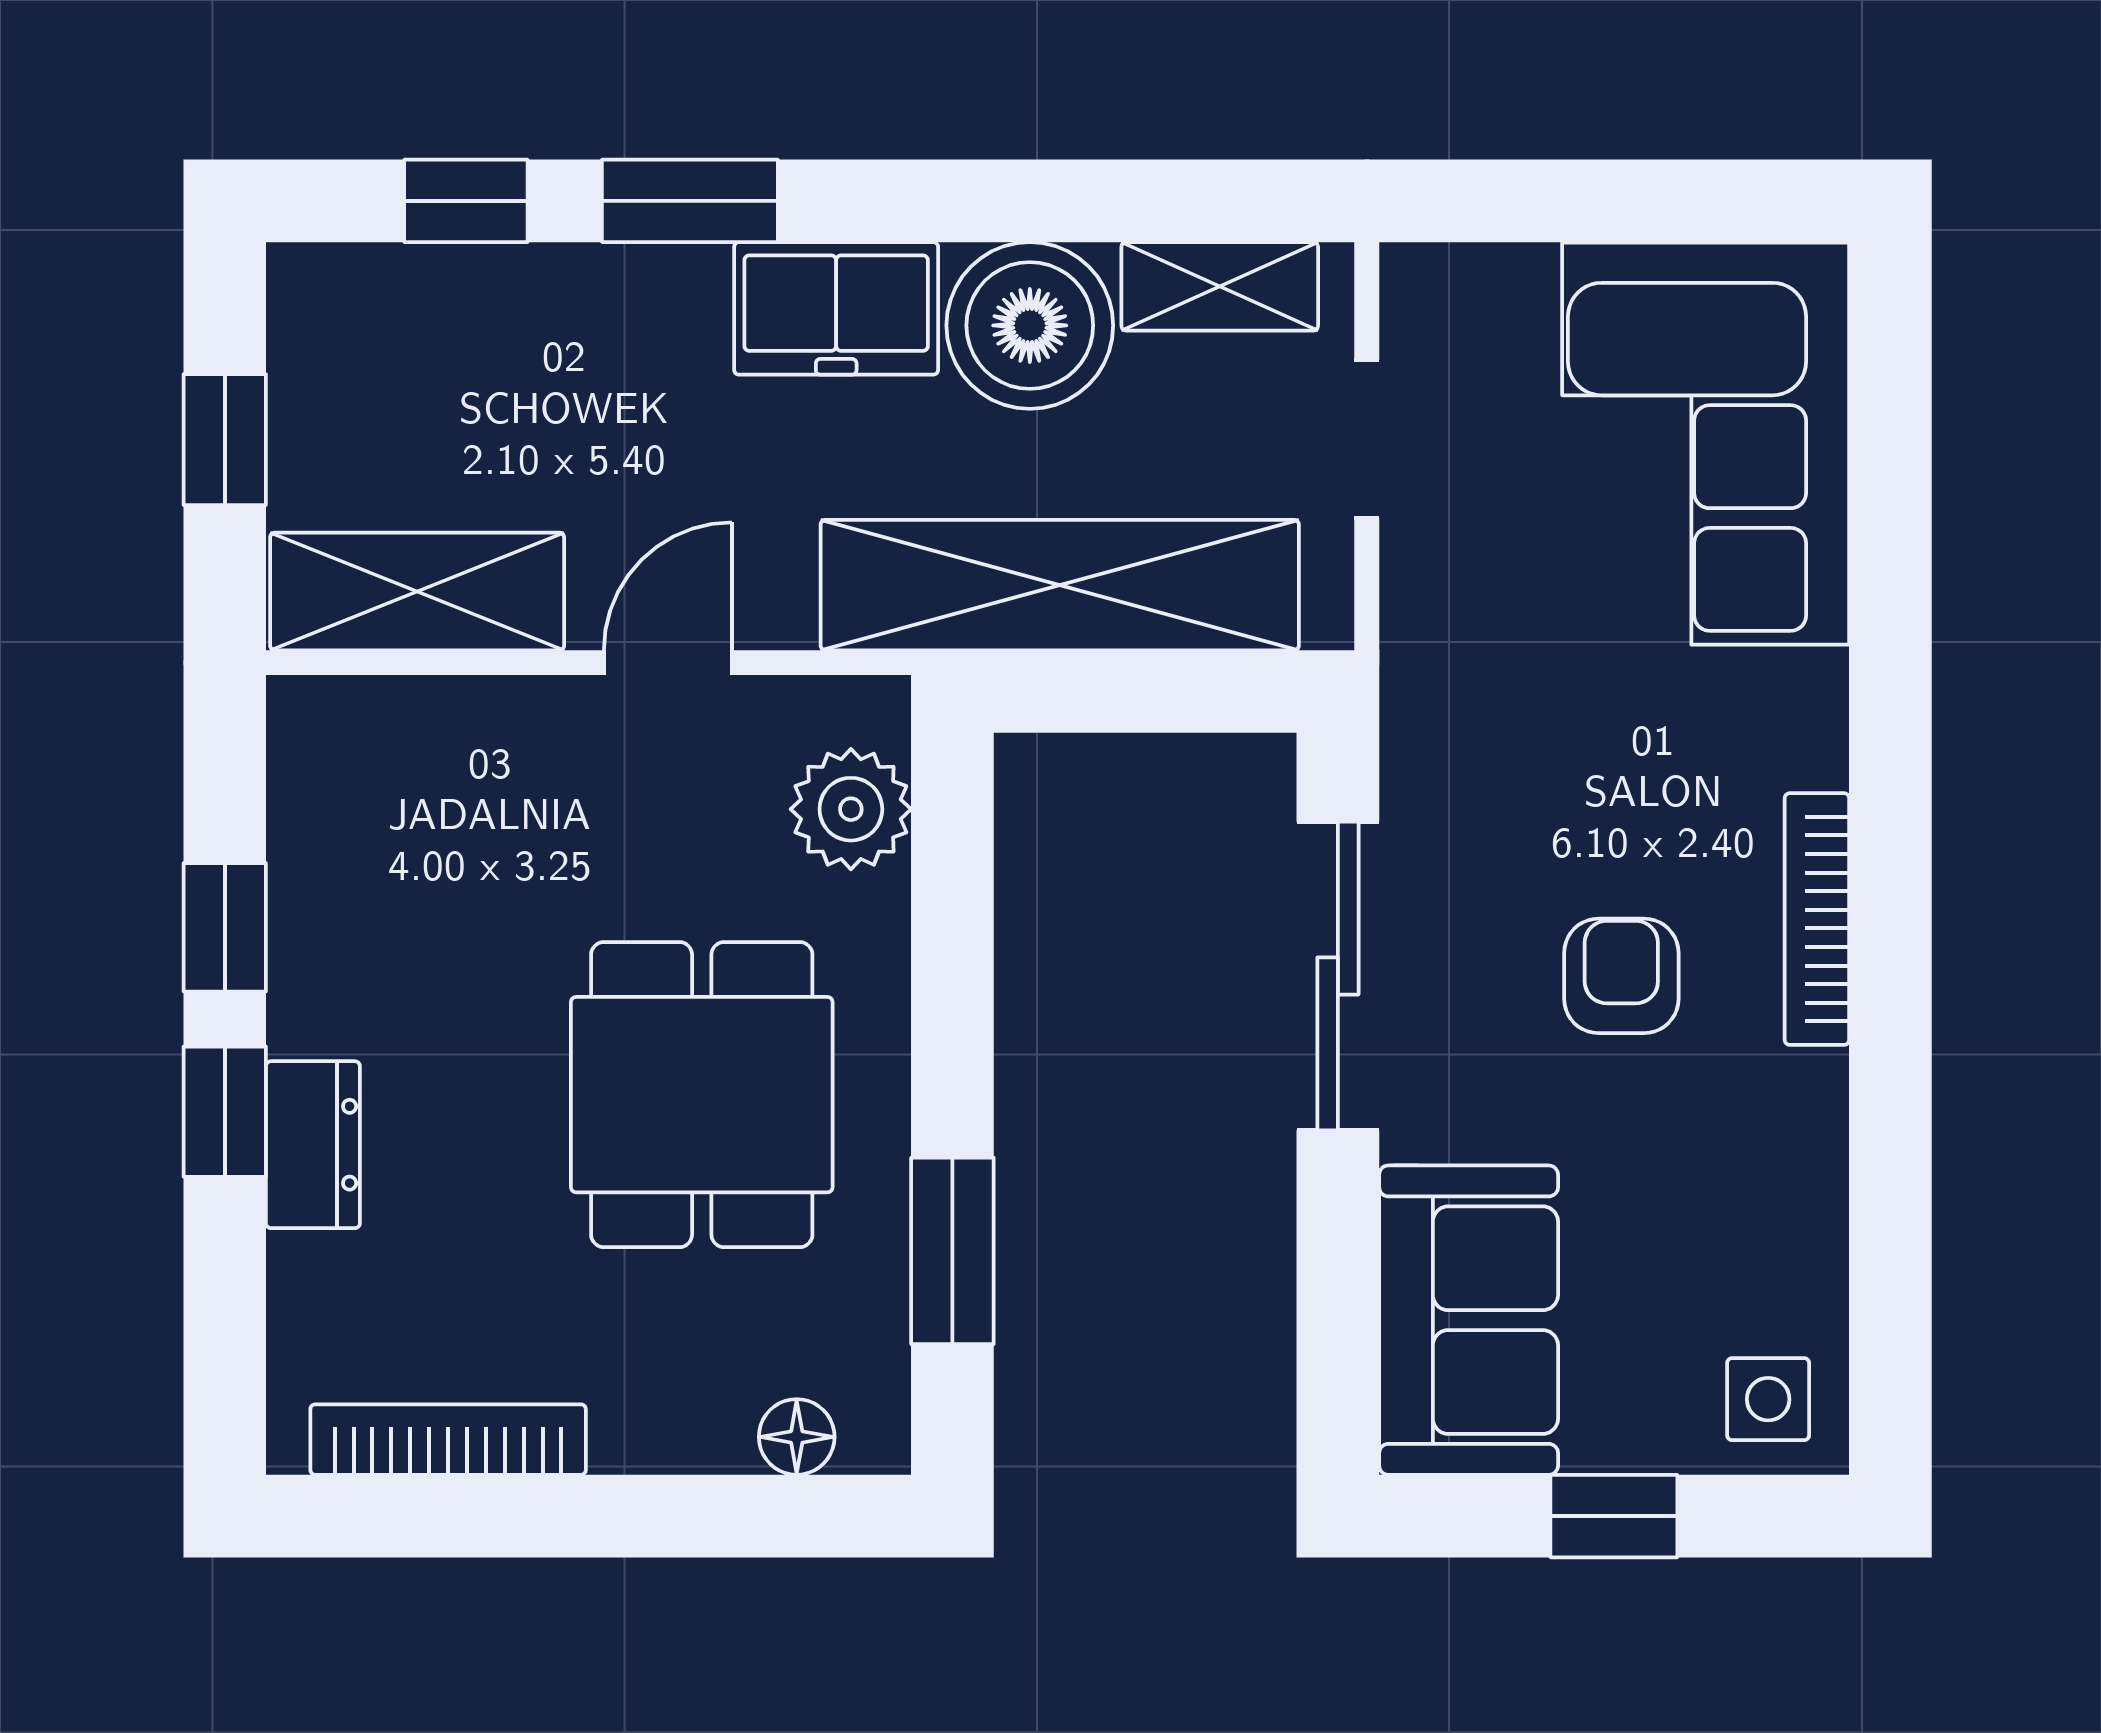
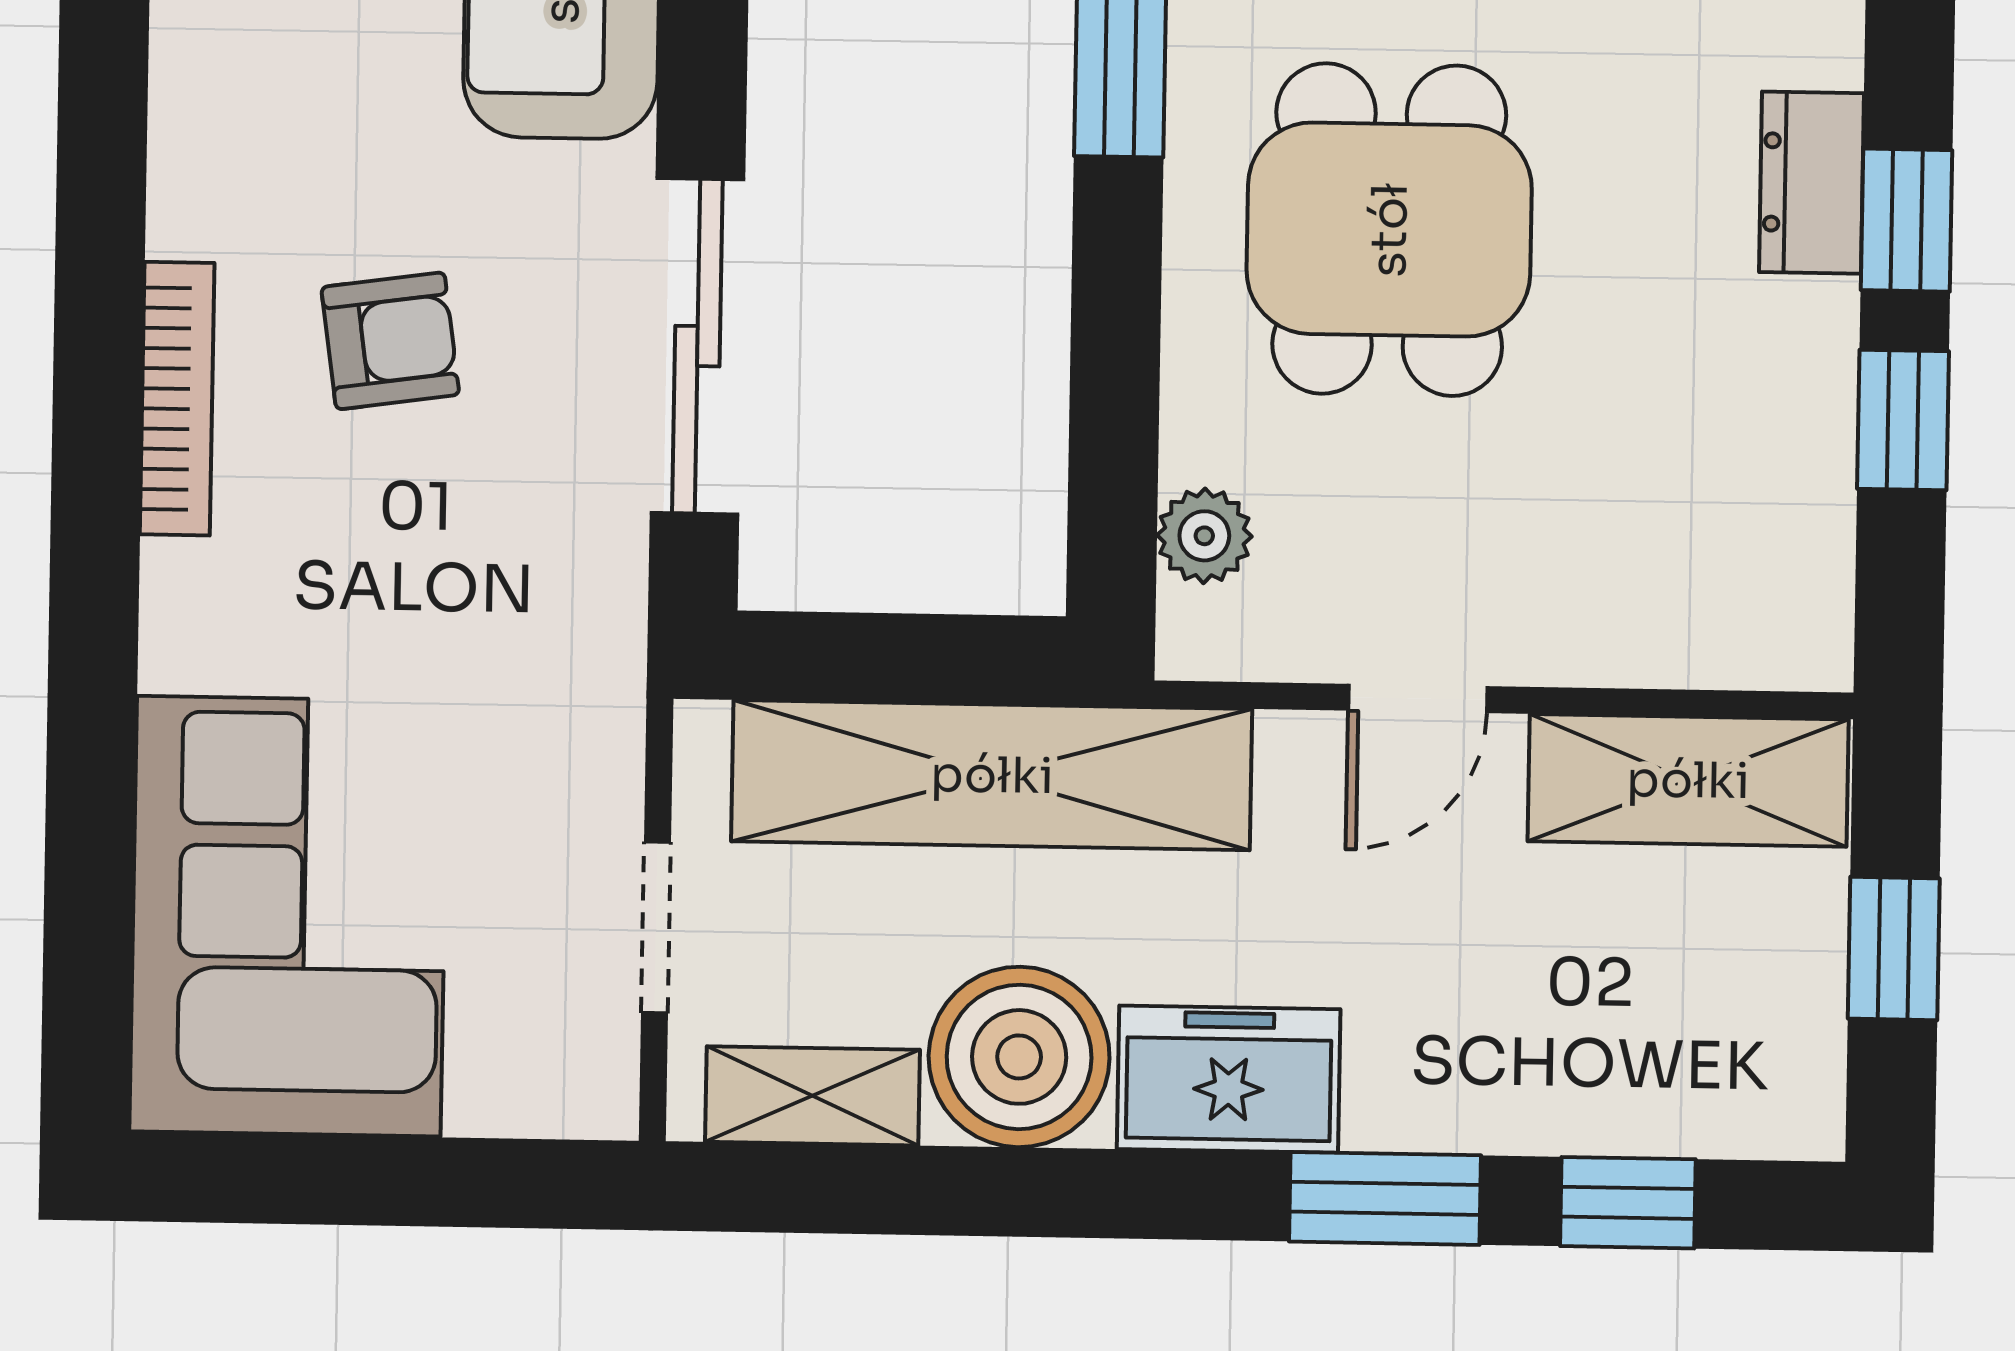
plant: (851, 809) -> (1204, 536), width x0.73, depth x0.73
armchair: (1621, 976) -> (390, 341), turned -98

